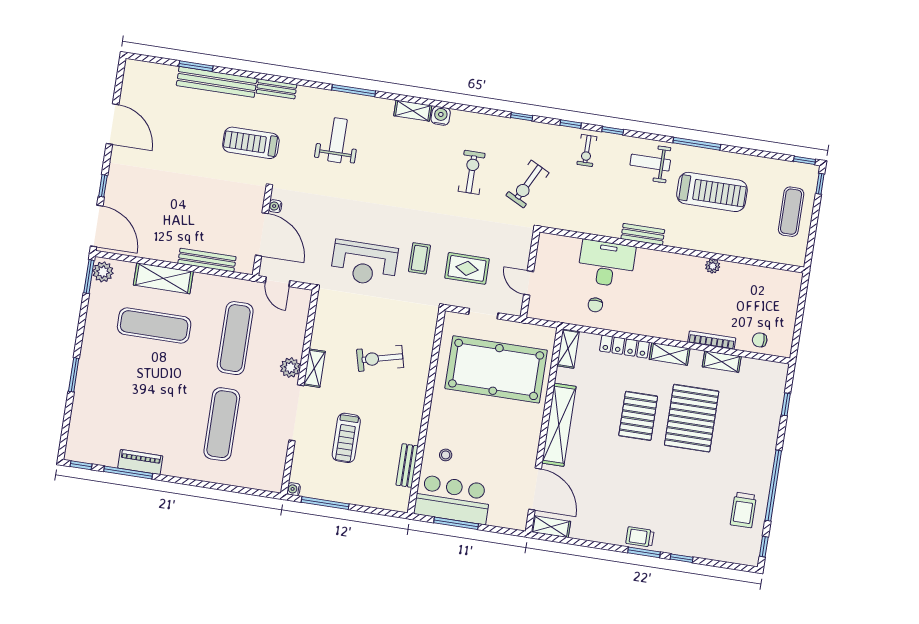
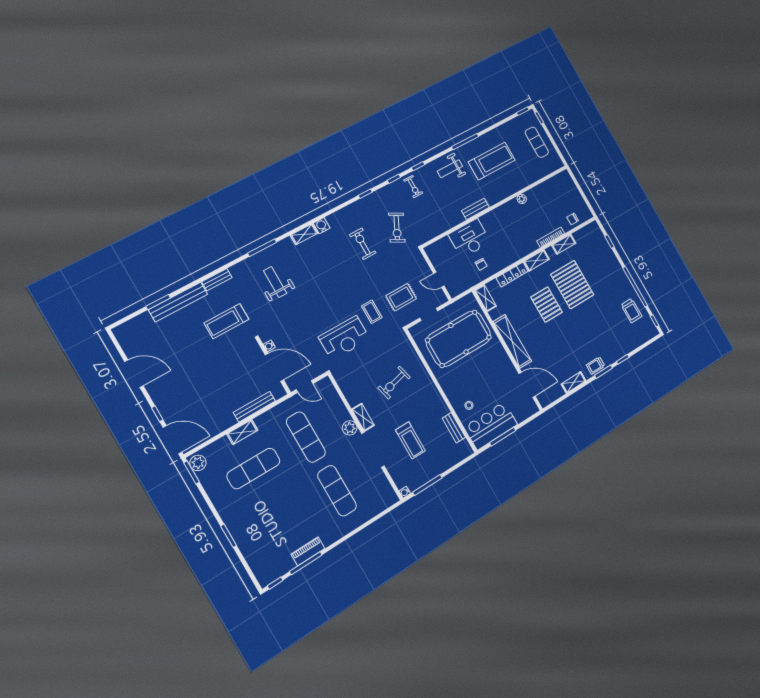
shelving: (163, 278) -> (242, 432), width x0.67, depth x0.75
shelving: (551, 527) -> (574, 382), moved

